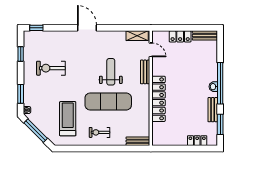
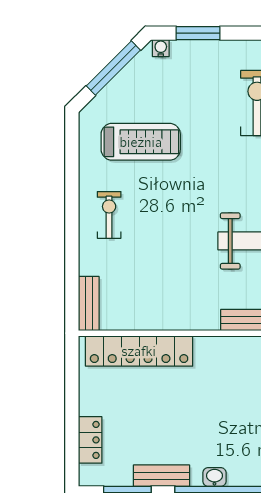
locker: (159, 99) -> (139, 351), moved
exercise mat: (108, 101) -> (180, 235), removed

